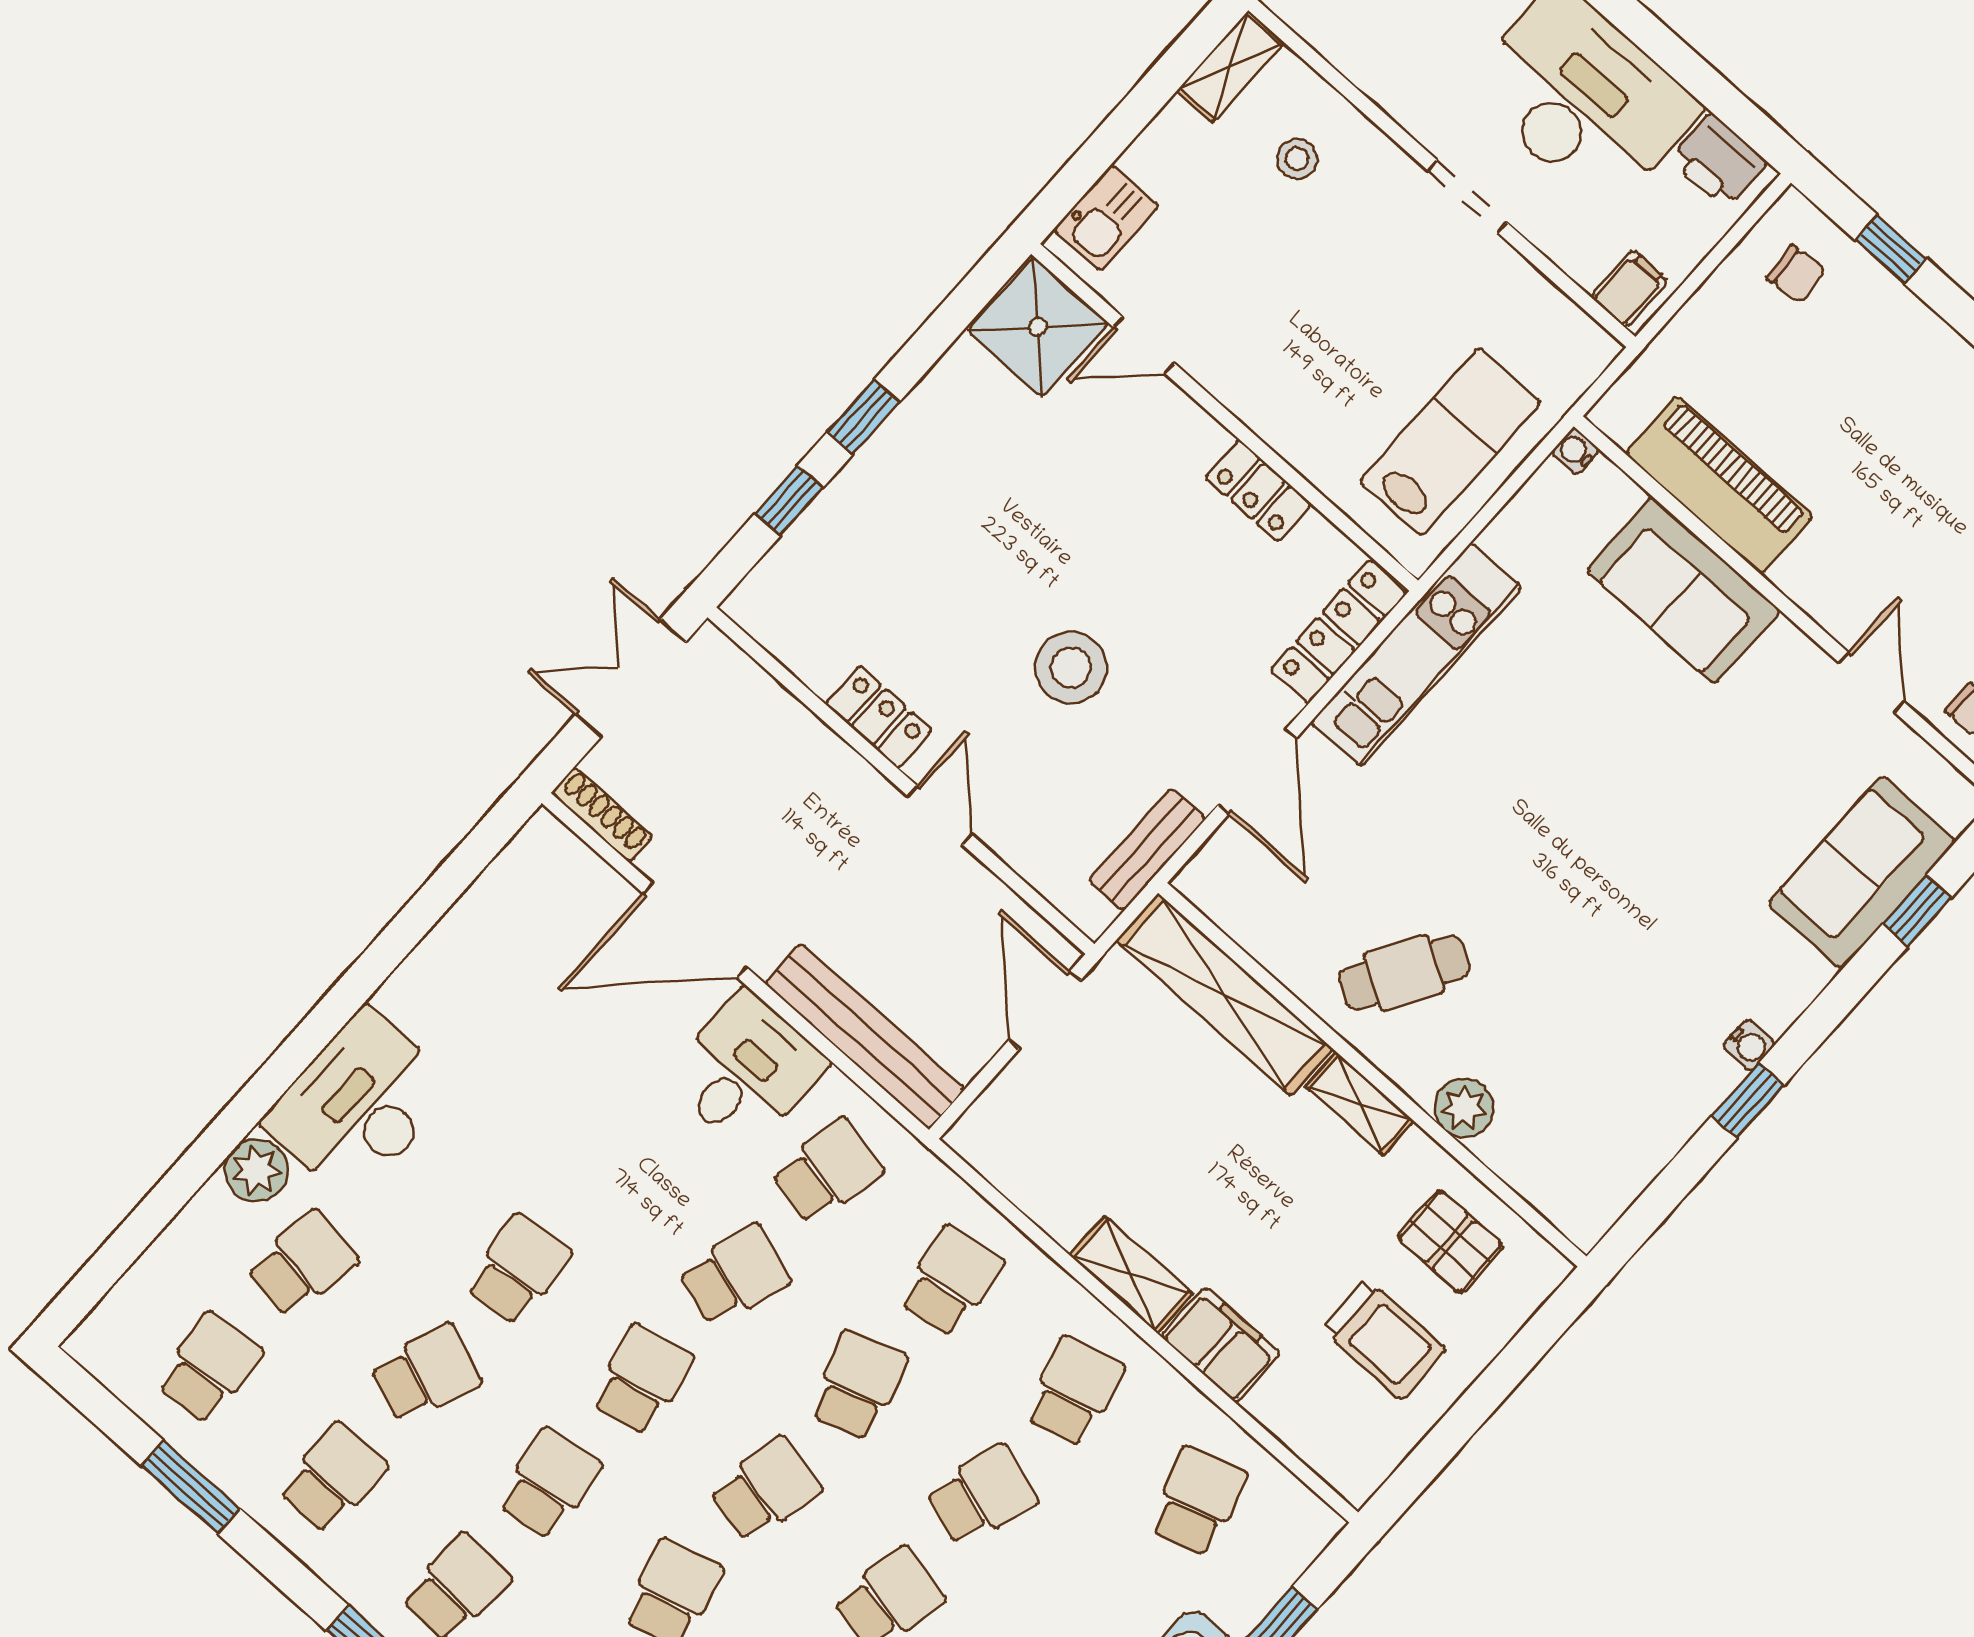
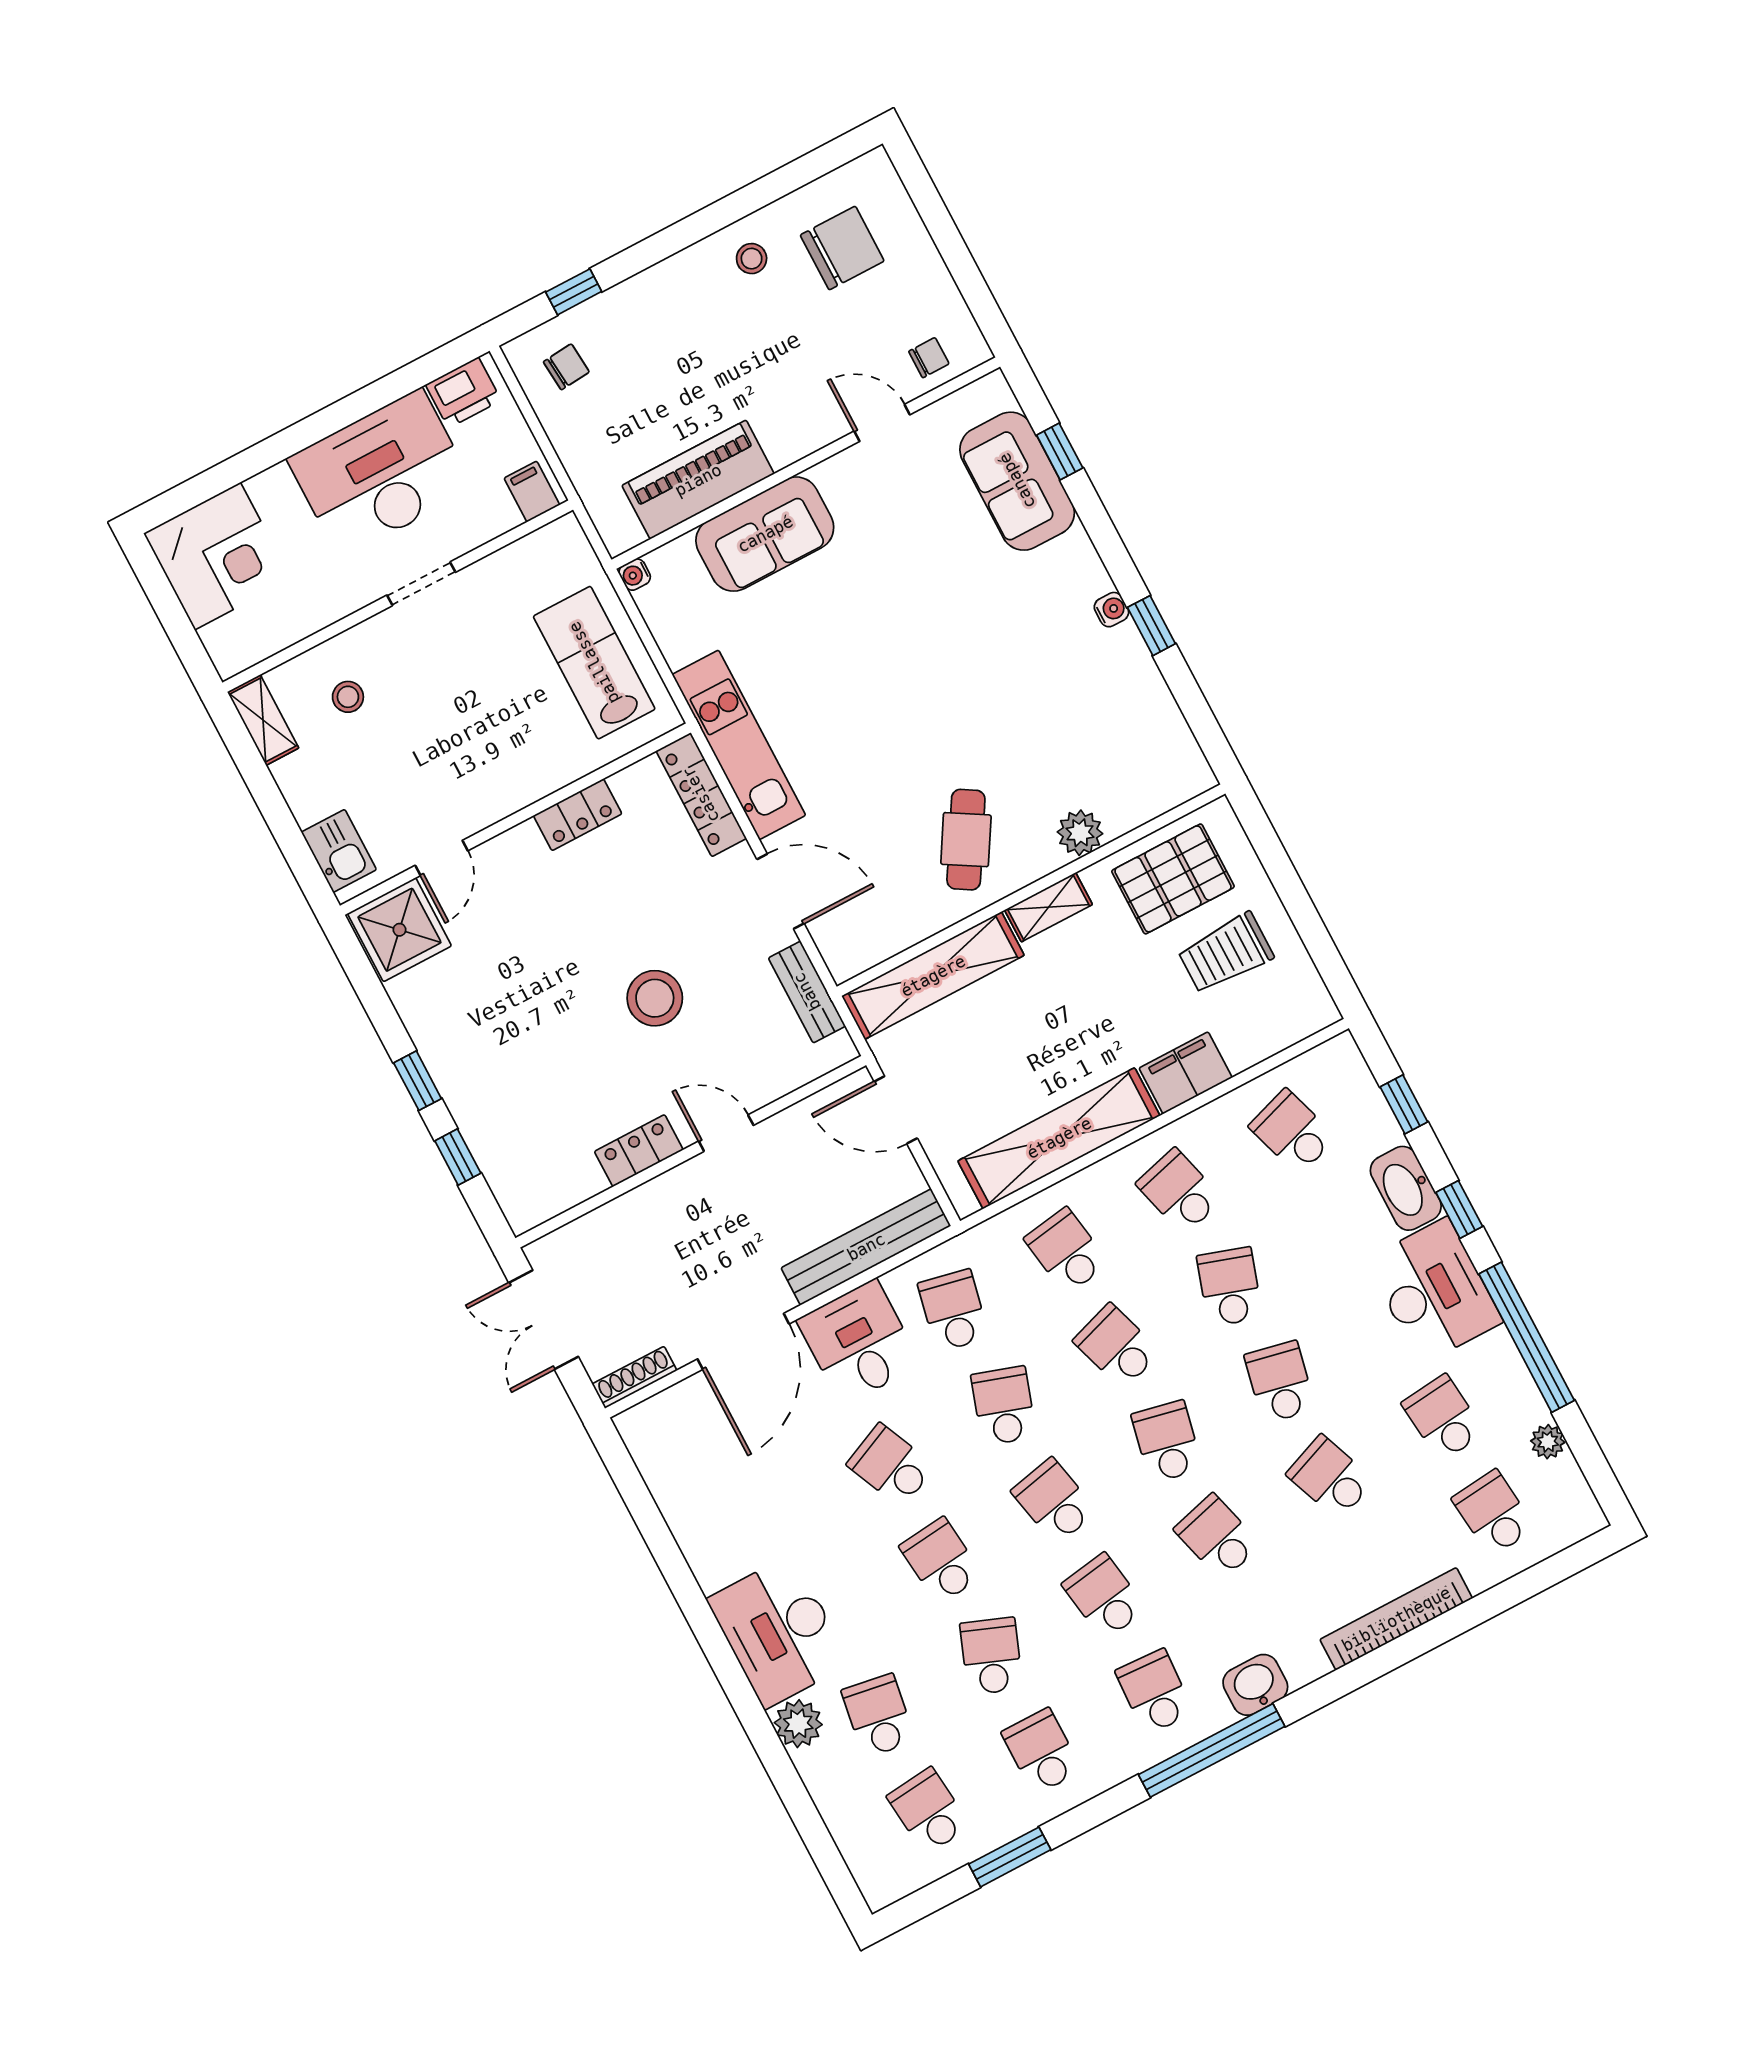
school desk: (611, 1165) -> (891, 1465), added
pallet: (1450, 1242) -> (1173, 879), width x1.50, depth x1.42
shelving: (1131, 1275) -> (1059, 1138), width x2.20, depth x1.33
trolley: (1384, 1339) -> (1226, 953), turned 180

